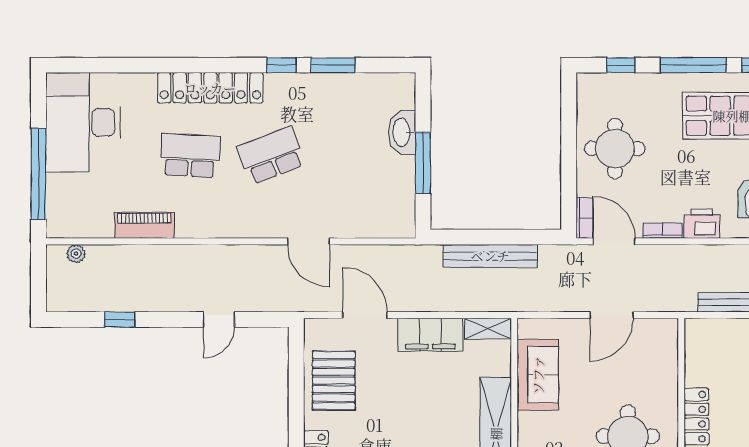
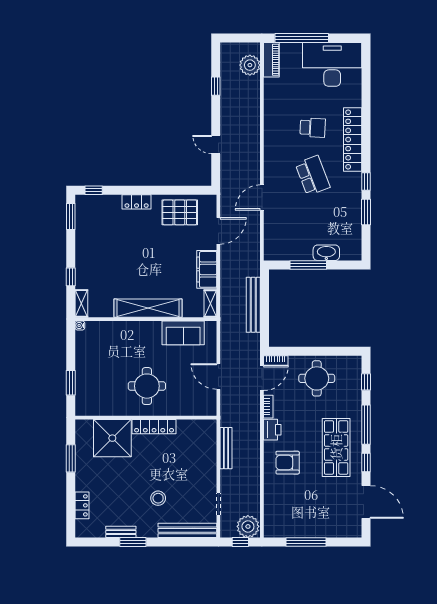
school desk: (190, 155) -> (313, 128), width x0.54
piano: (144, 225) -> (271, 60), moved
plant: (76, 254) -> (250, 65), width x1.88, depth x1.88

